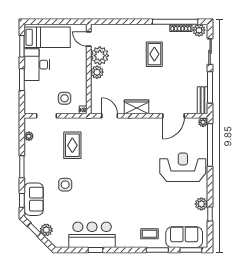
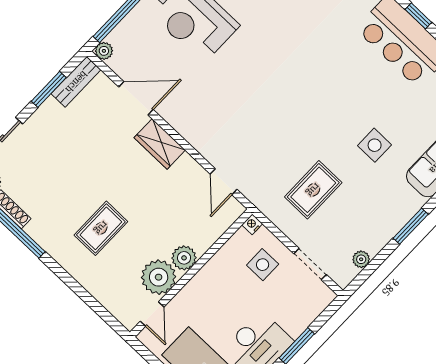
rug: (154, 54) -> (101, 228), moved
window: (210, 87) -> (49, 89), width x0.69
wardrobe: (136, 107) -> (160, 144), moved

